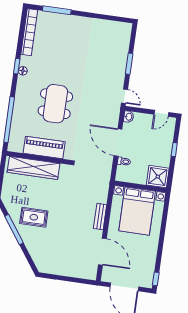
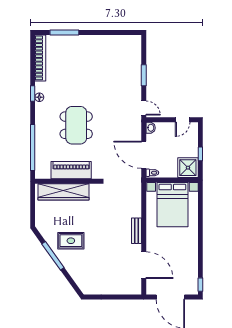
shower: (158, 177) -> (188, 168), moved
wall: (140, 187) -> (172, 180), moved
bed with nightstands: (137, 211) -> (172, 205), moved

